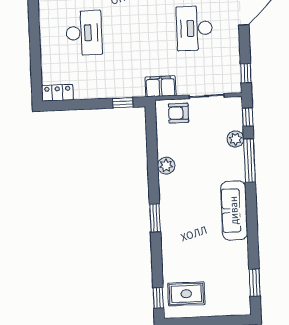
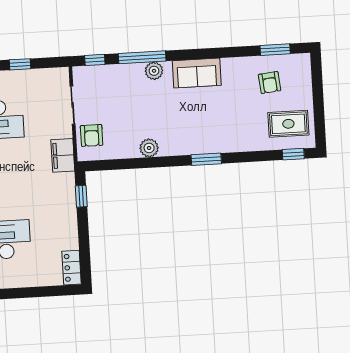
window: (246, 73) -> (20, 64), moved
plant: (236, 139) -> (154, 71), moved
sofa: (234, 210) -> (197, 73), width x0.73
armchair: (224, 277) -> (270, 83), added
rug: (186, 294) -> (288, 124), turned 90

